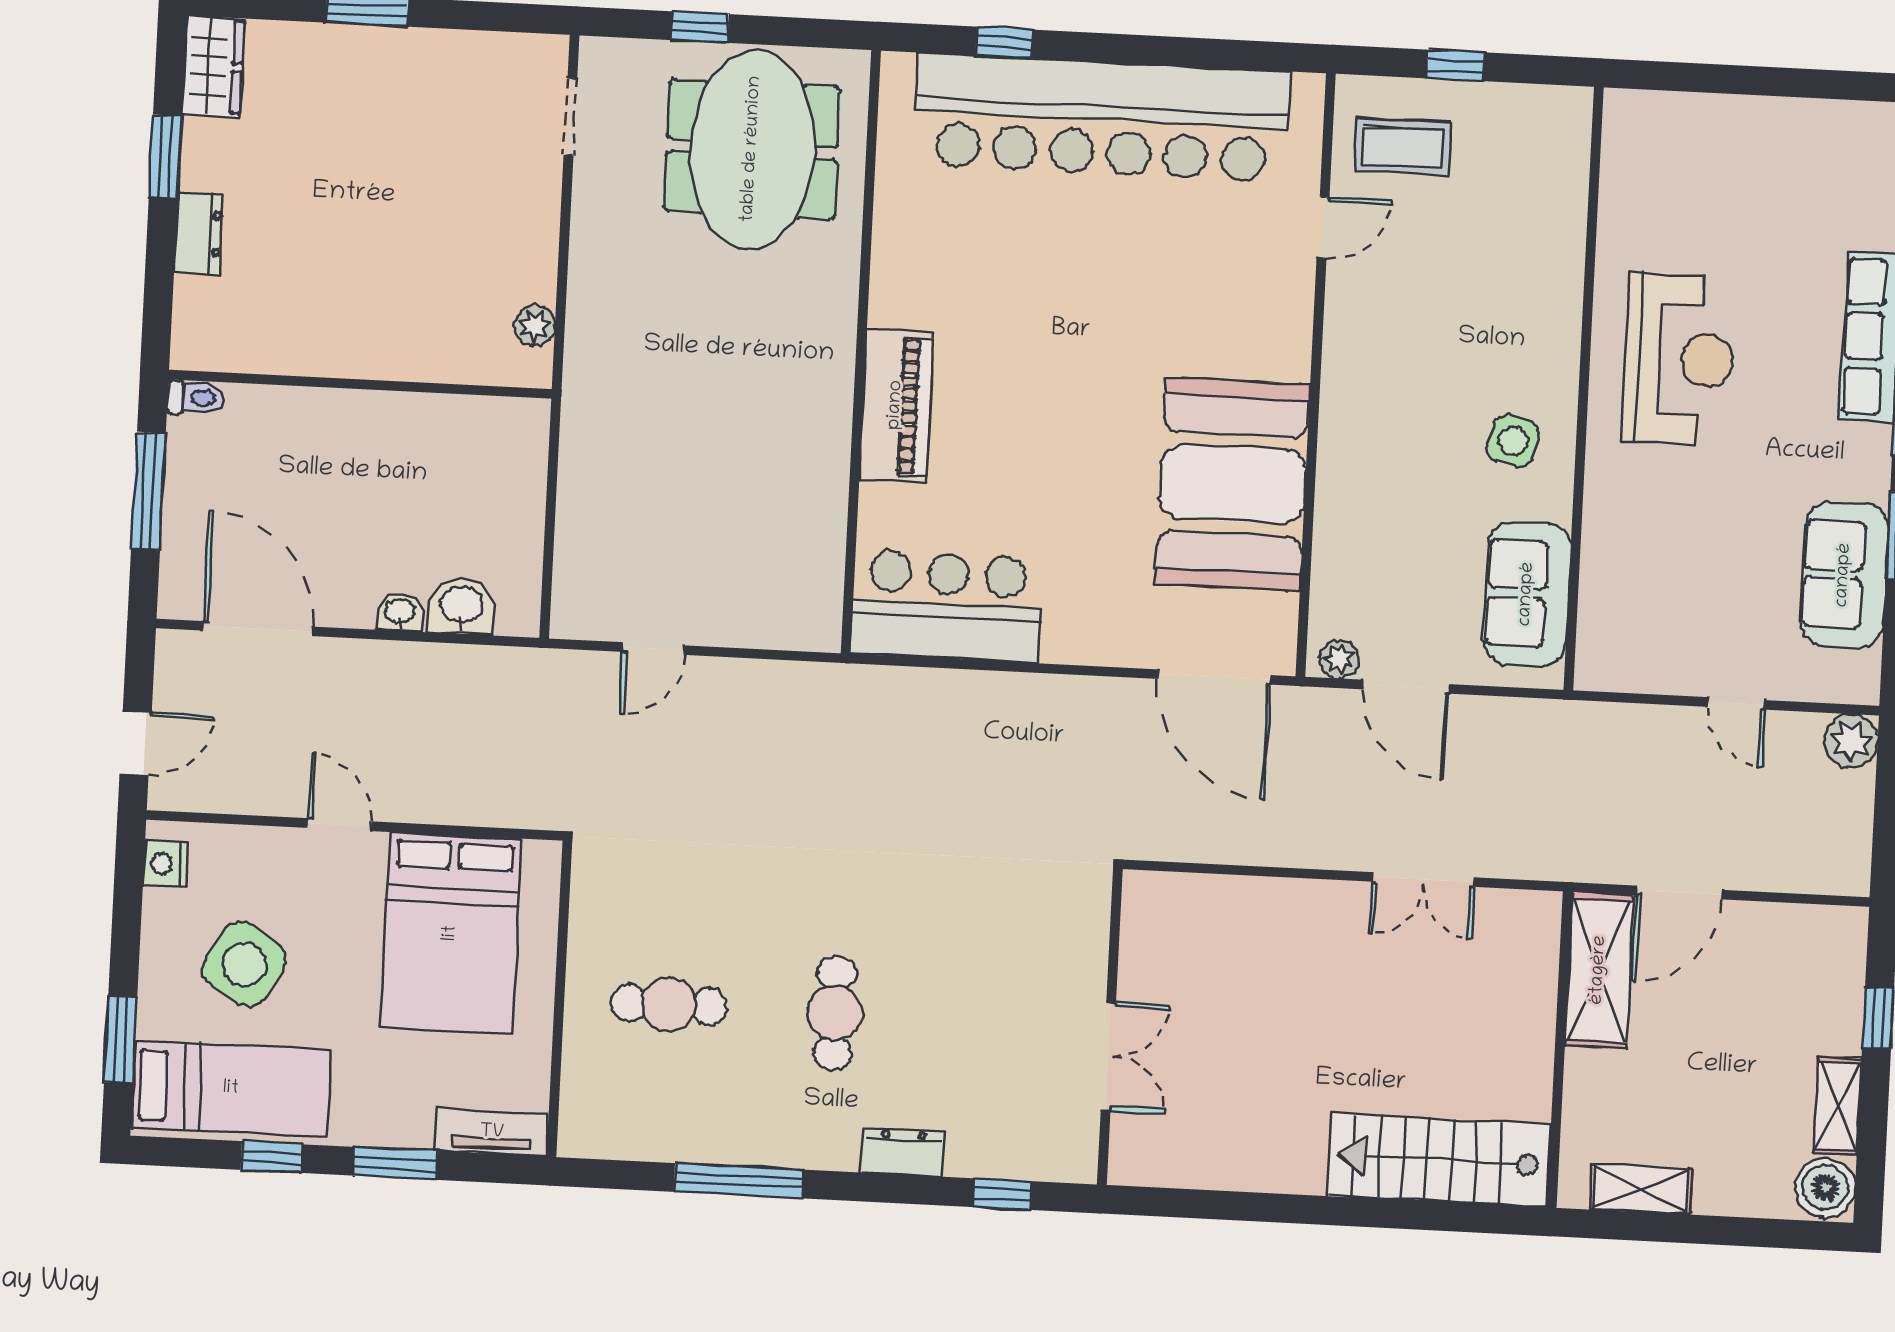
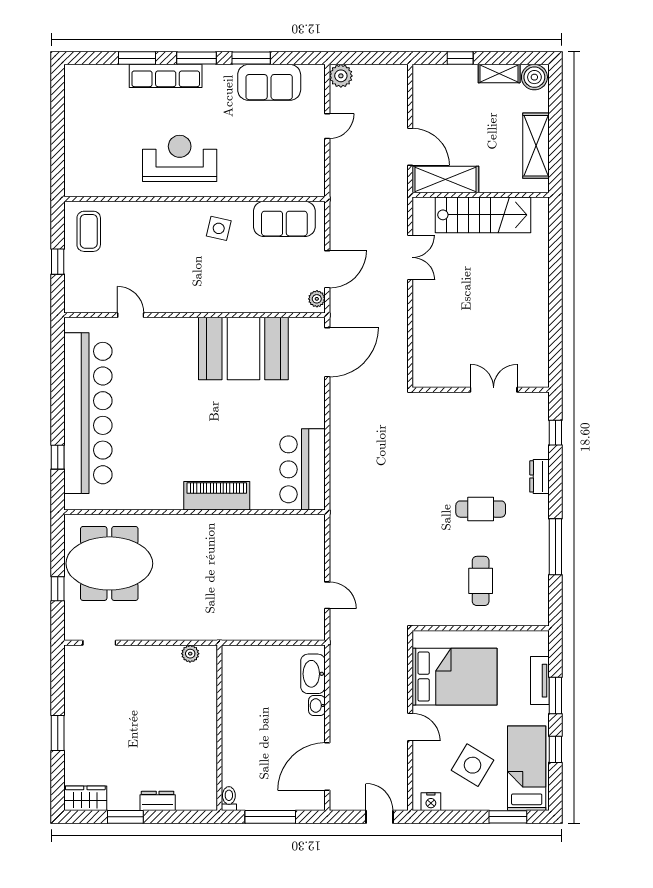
coffee table: (1403, 147) -> (89, 231), moved
washbasin: (461, 606) -> (313, 674), width x1.38
door: (340, 825) -> (410, 727), swing flipped
tv unit: (492, 1133) -> (540, 681), moved
stairs: (1439, 1160) -> (483, 215), moved, turned -90
shelving: (1641, 1189) -> (536, 146), width x1.50, depth x1.33

